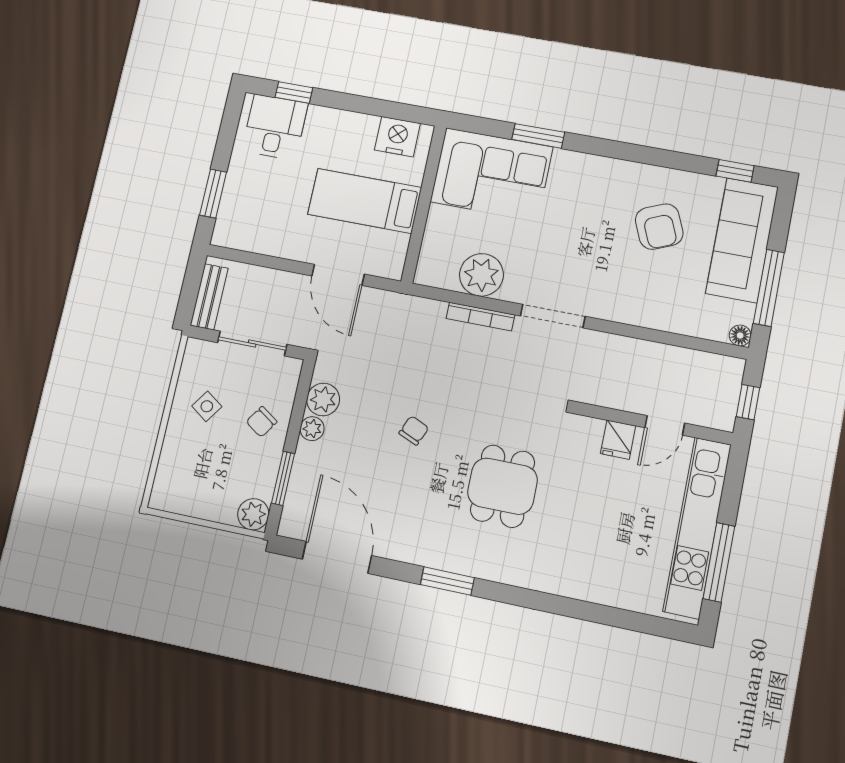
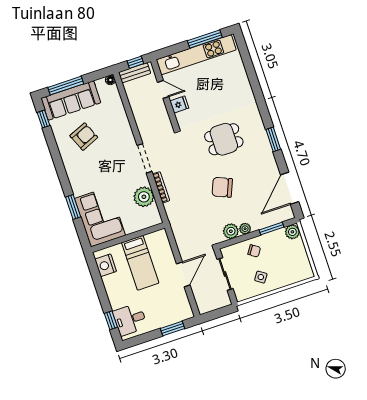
door: (338, 275) -> (183, 274), moved
window: (769, 288) -> (66, 86), moved
bench: (209, 297) -> (135, 73), moved
chair: (414, 430) -> (222, 187), width x1.87, depth x1.87

